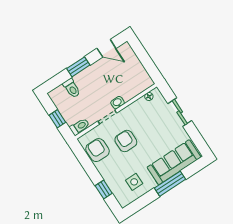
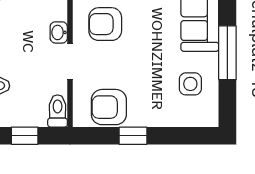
armchair: (126, 141) -> (105, 24), moved
window: (170, 184) -> (227, 53), moved
window: (104, 189) -> (133, 136), moved

